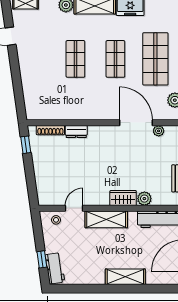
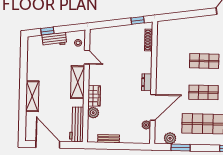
dresser: (76, 131) -> (147, 82), moved
workbench: (55, 268) -> (54, 40), moved

